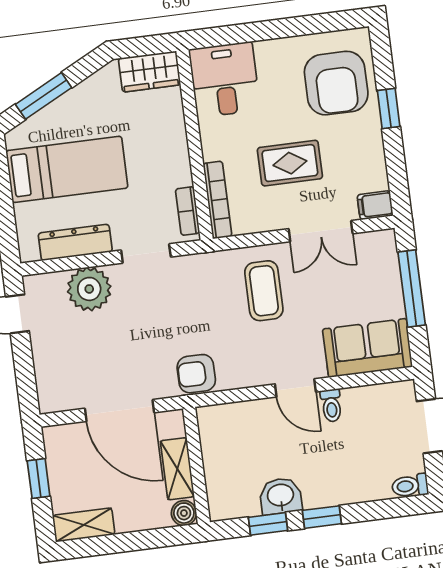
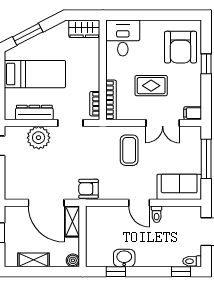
shelving: (177, 469) -> (72, 222), moved
window: (322, 517) -> (181, 272), moved
shelving: (84, 525) -> (33, 260), moved

